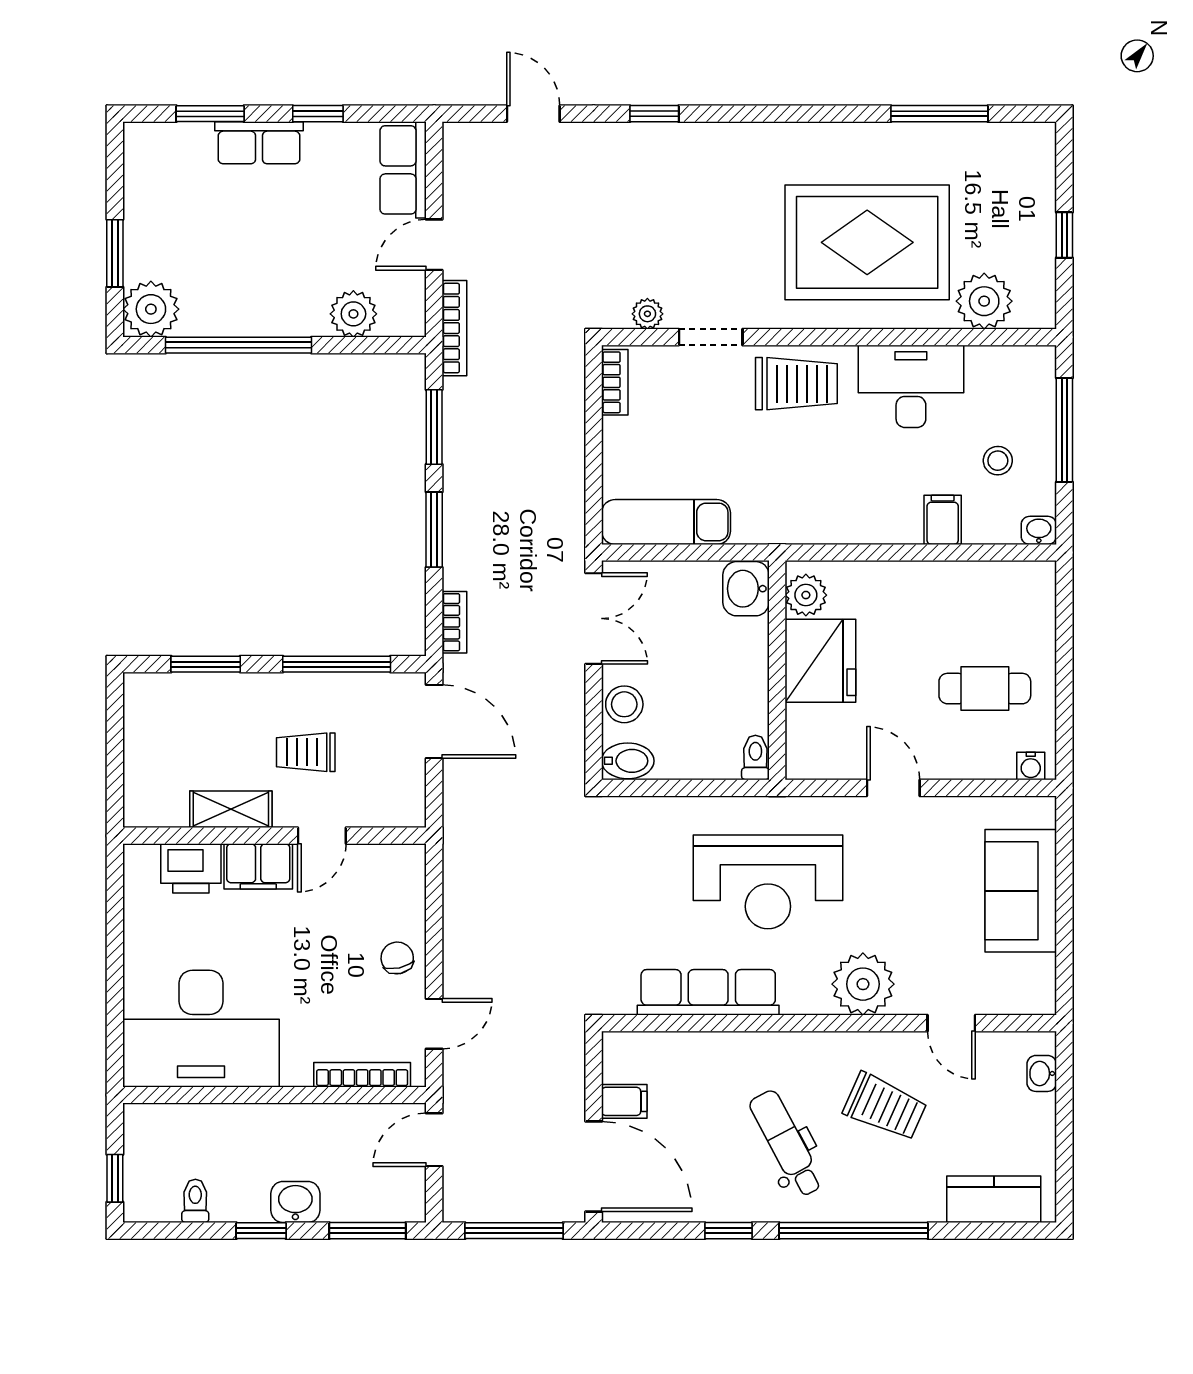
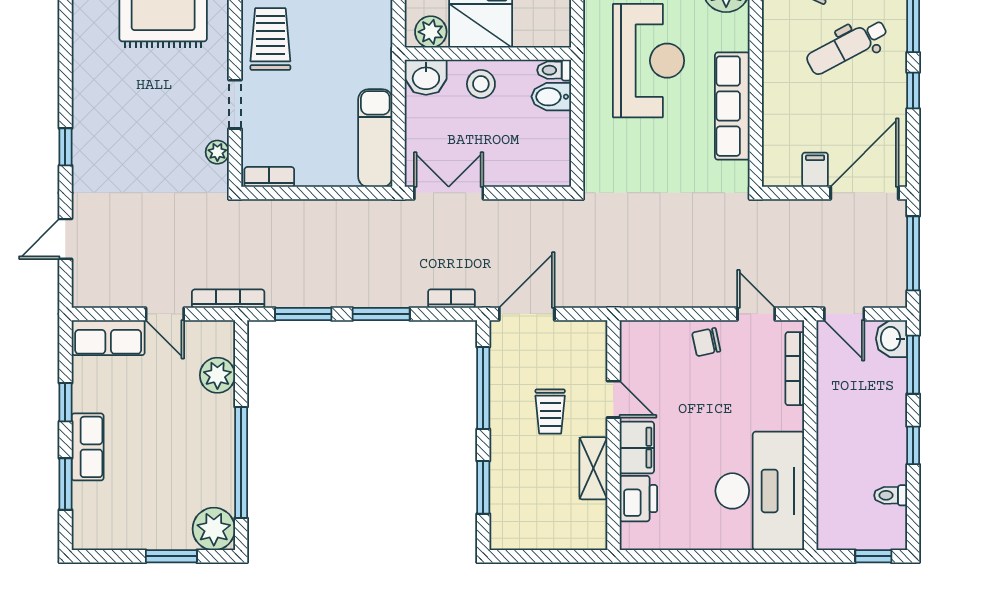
stool: (624, 704) -> (481, 84), moved
bidet: (628, 761) -> (551, 97), moved, turned -90
washbasin: (295, 1202) -> (891, 339), moved

